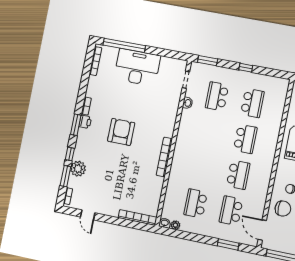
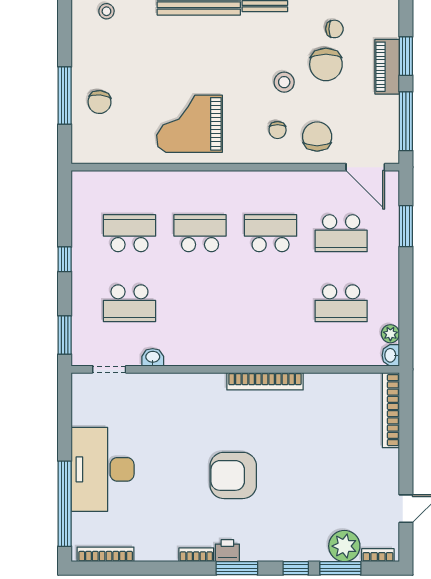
plant: (78, 169) -> (344, 546), moved
door: (262, 230) -> (365, 167), hinge flipped

